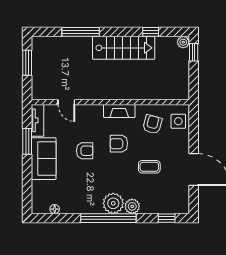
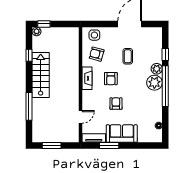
window: (167, 218) -> (165, 54), moved

